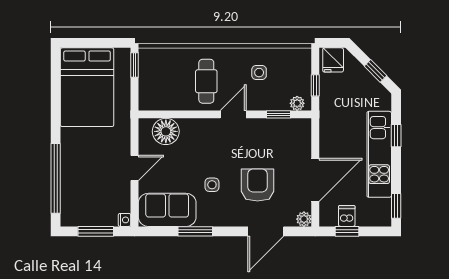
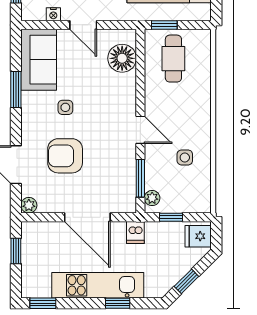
window: (135, 65) -> (164, 25), moved
cafe table: (206, 81) -> (173, 59), moved, turned 90
window: (279, 114) -> (140, 178), width x1.50
door: (315, 180) -> (87, 217), moved
armchair: (257, 185) -> (65, 156), turned 180
dishwasher: (347, 216) -> (135, 233), moved, turned 90
nightstand: (125, 220) -> (53, 14), moved

